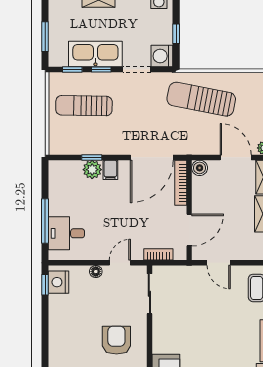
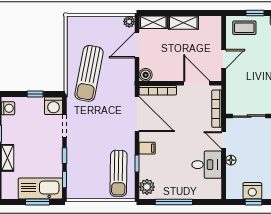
kitchen sink: (95, 54) -> (40, 189), moved, turned 90
sun lounger: (84, 106) -> (119, 173), moved
plant: (92, 170) -> (147, 187), moved
window: (45, 221) -> (174, 202), moved
desk: (66, 233) -> (207, 165), moved, turned -90
bookcase: (158, 254) -> (217, 109), width x1.56
nightstand: (59, 282) -> (252, 191), moved
window: (45, 285) -> (253, 202), moved

